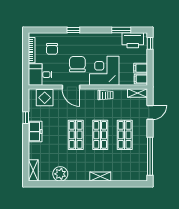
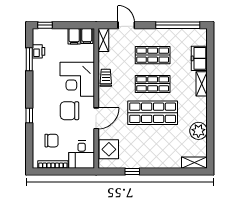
printer: (133, 40) -> (38, 51), width x0.53, depth x0.68
freezer: (35, 132) -> (199, 58), moved, turned -90
shop shelf: (76, 135) -> (153, 113), width x1.43, depth x1.36

